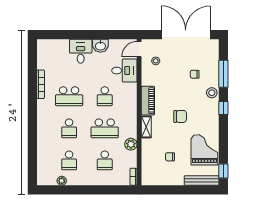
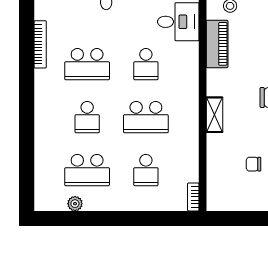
piano: (148, 101) -> (217, 44), moved
plant: (131, 144) -> (189, 143), removed
school desk: (69, 160) -> (87, 170), width x1.85

